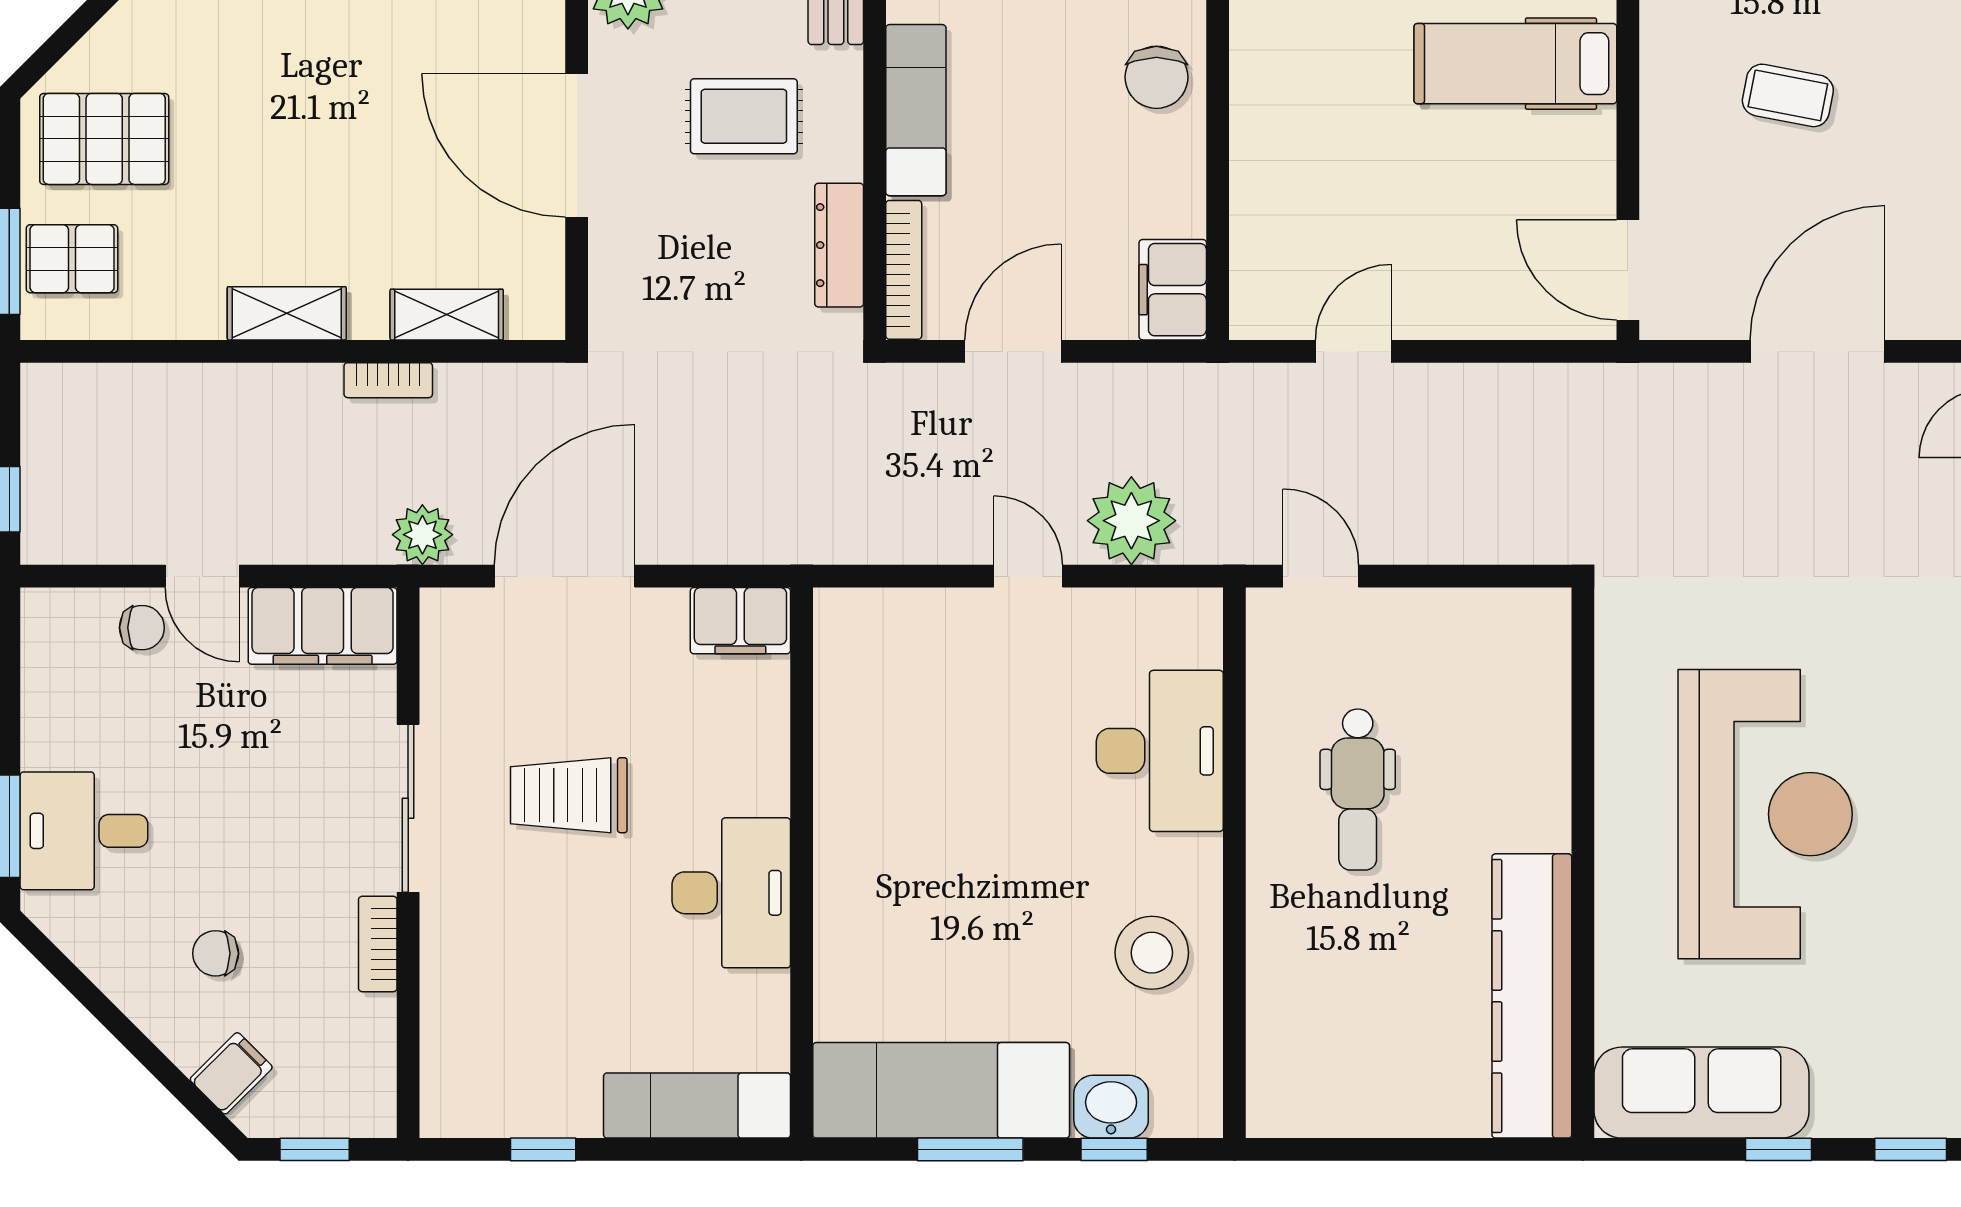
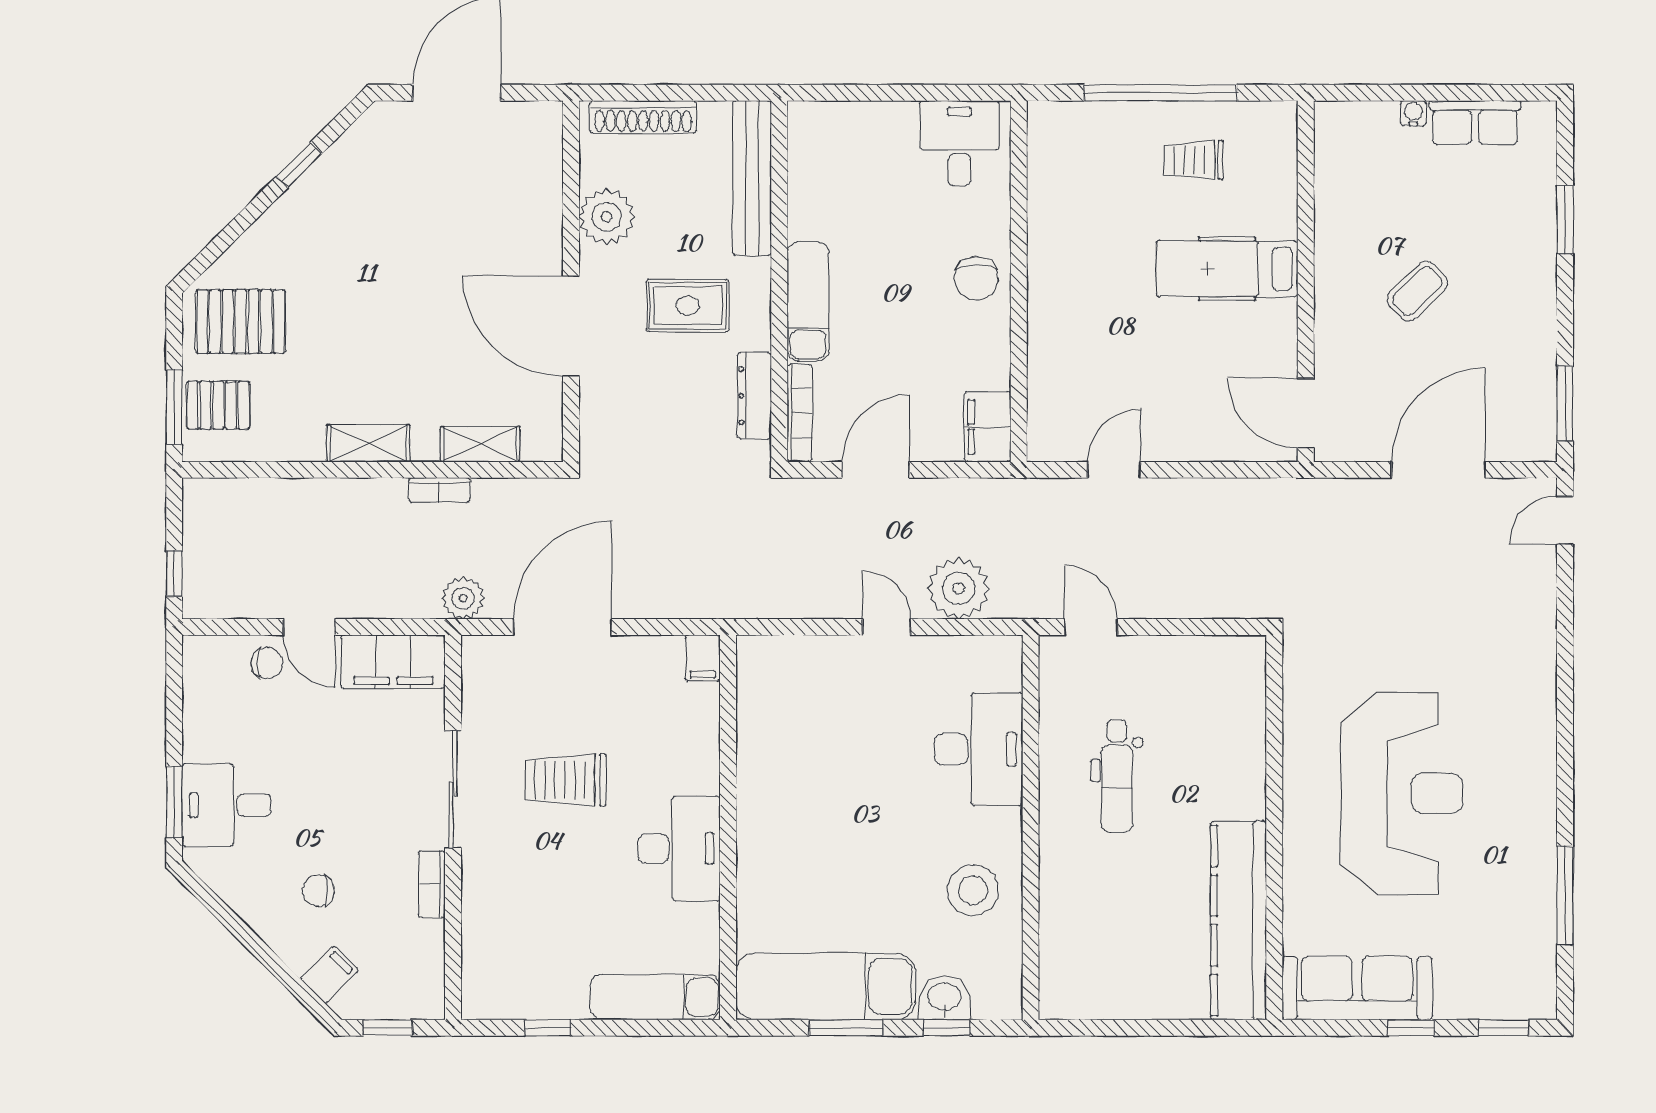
coffee table: (1788, 95) -> (1417, 291), turned -55
filing cabinet: (740, 621) -> (703, 658), width x0.50

